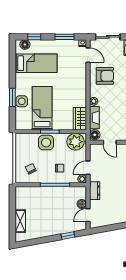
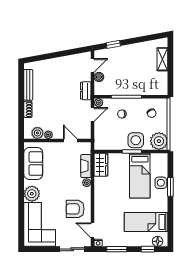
floor lamp: (95, 135) -> (86, 148), removed
plant: (75, 142) -> (159, 141), moved

